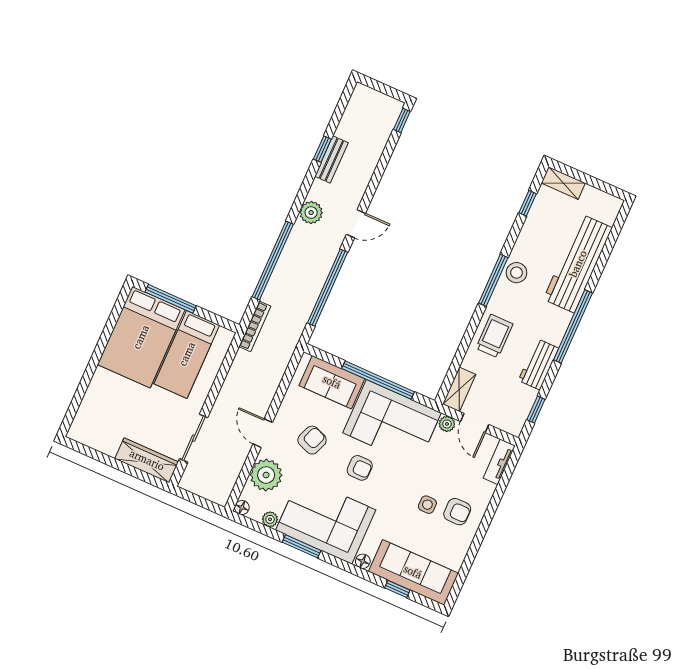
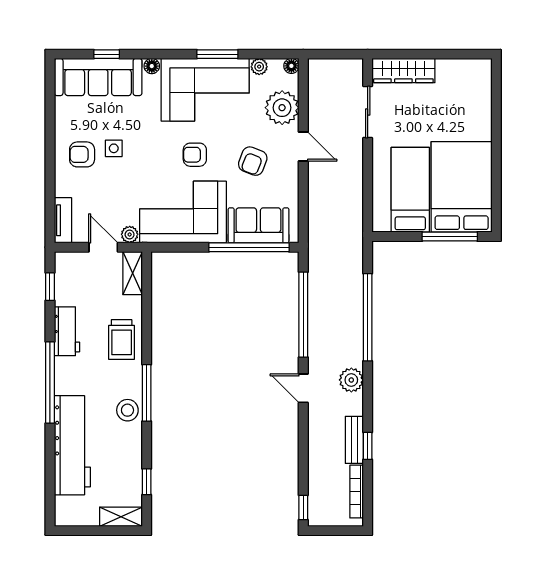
door: (356, 224) -> (303, 388), hinge flipped
bookcase: (255, 326) -> (357, 492), moved
window: (378, 380) -> (249, 247), moved

